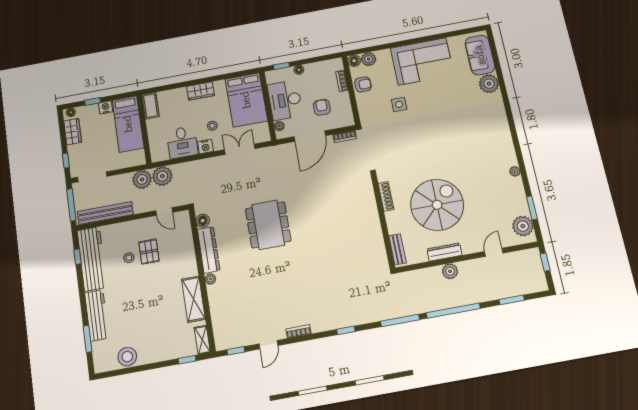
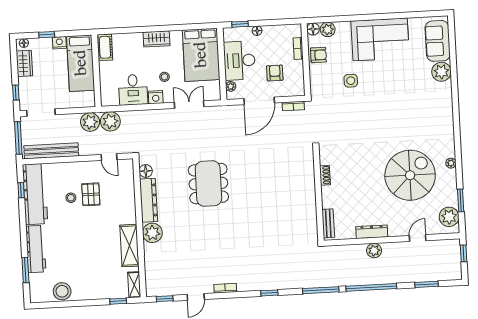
shoe rack: (386, 196) -> (325, 175), width x0.70
spiral stairs: (437, 205) -> (410, 175), moved
plant: (210, 279) -> (152, 233), width x1.87, depth x1.87

